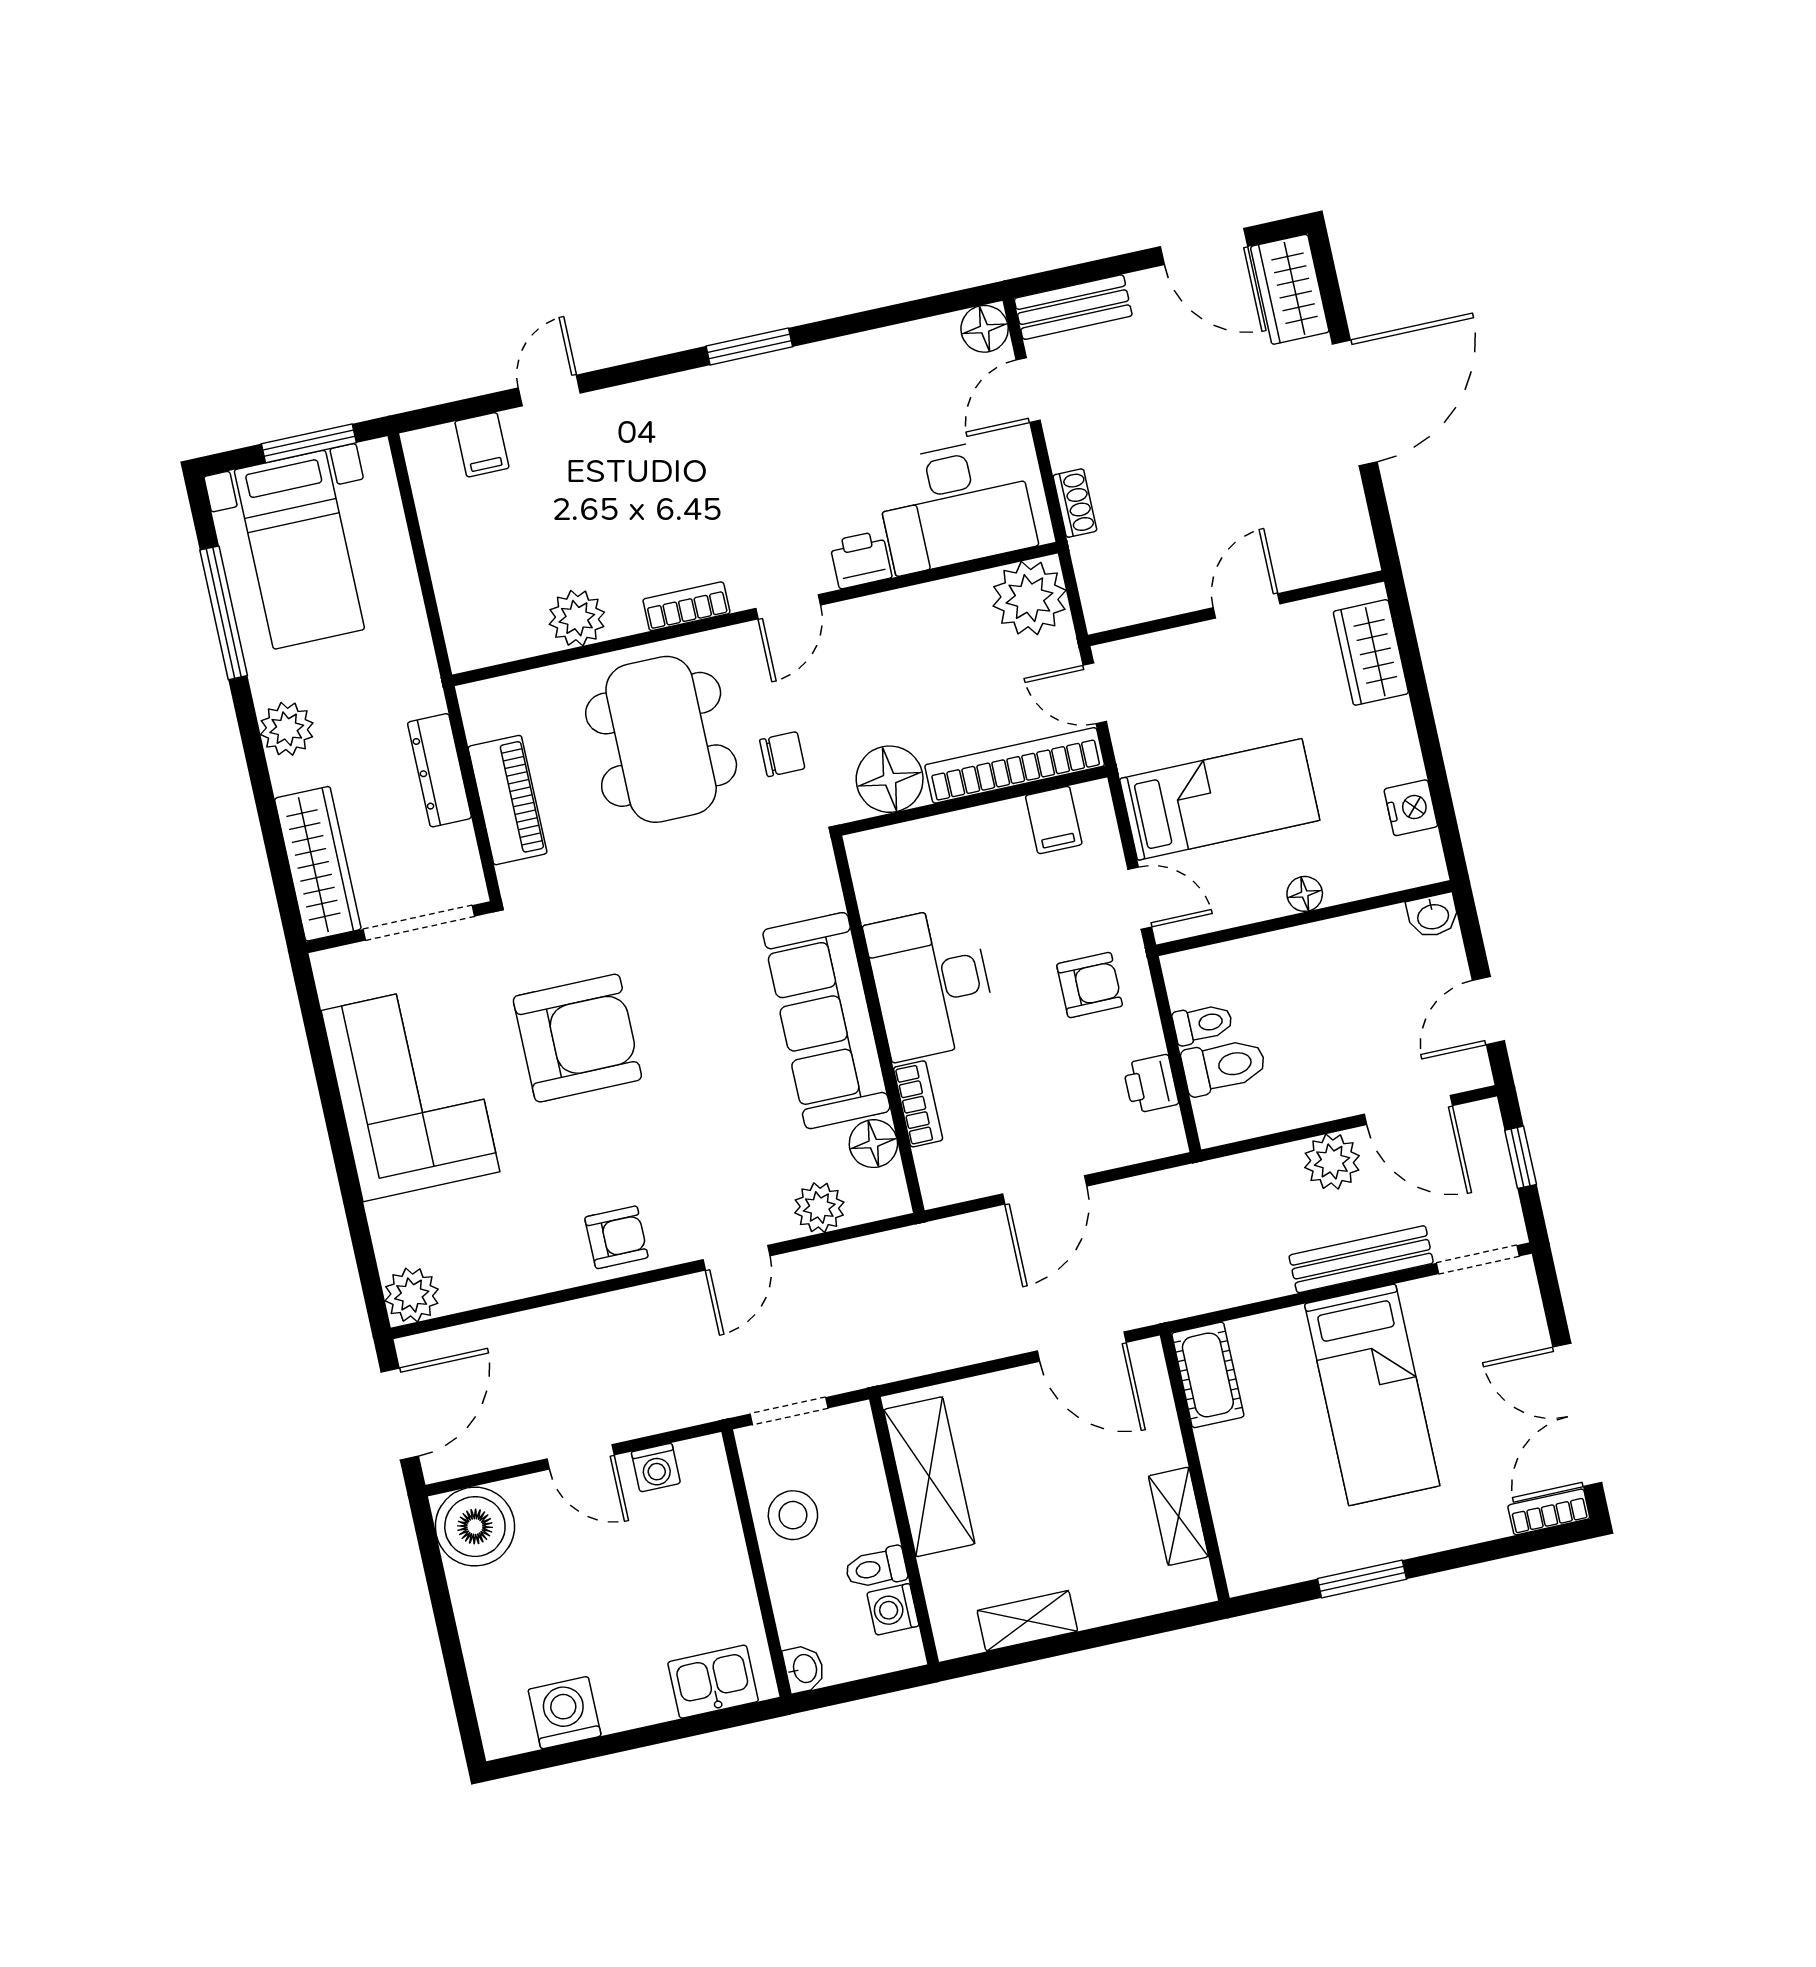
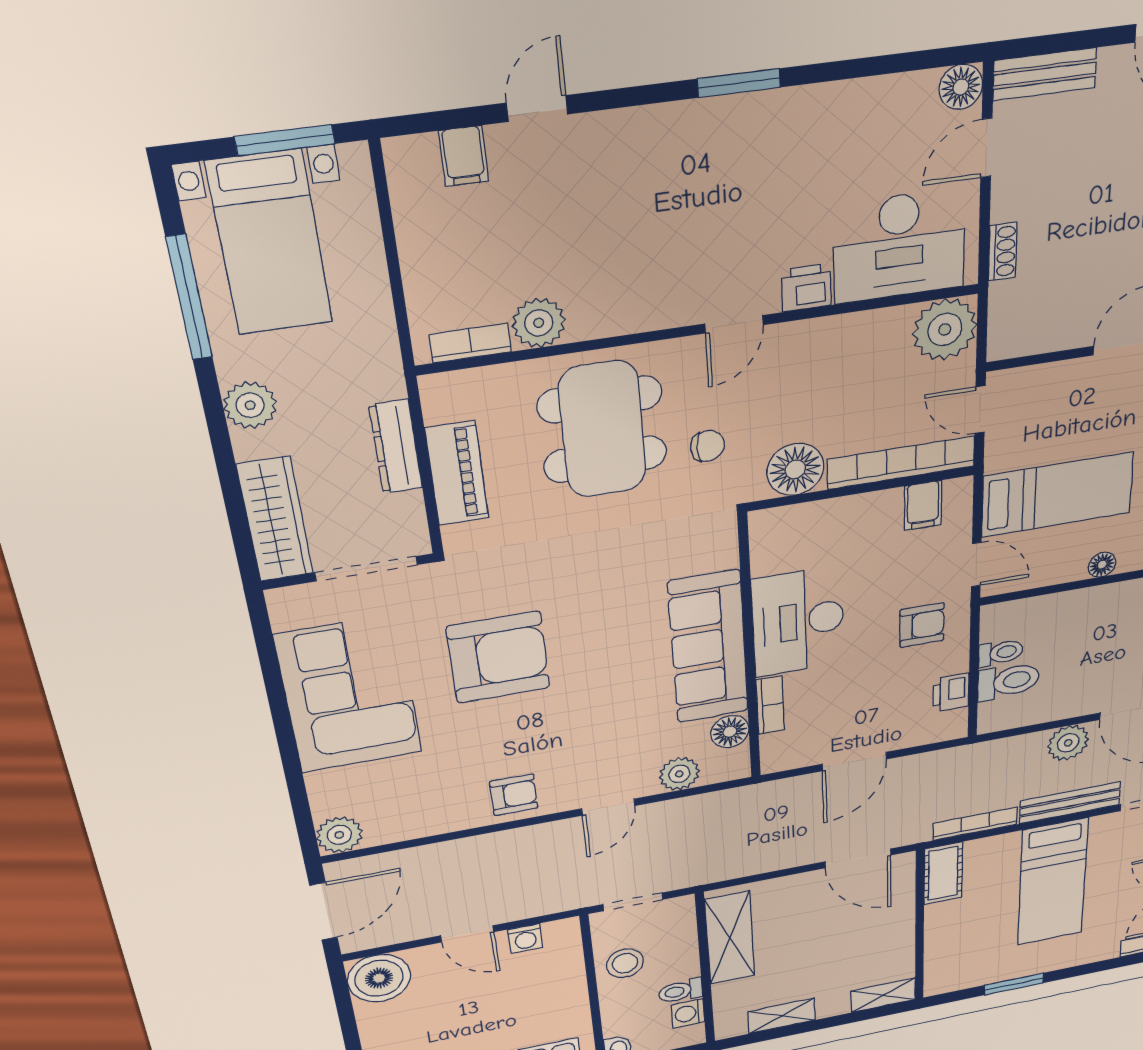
bookcase: (686, 606) -> (470, 343), moved
bookcase: (1234, 1292) -> (975, 824), added
shelving: (1179, 1516) -> (883, 995), moved, turned 90

